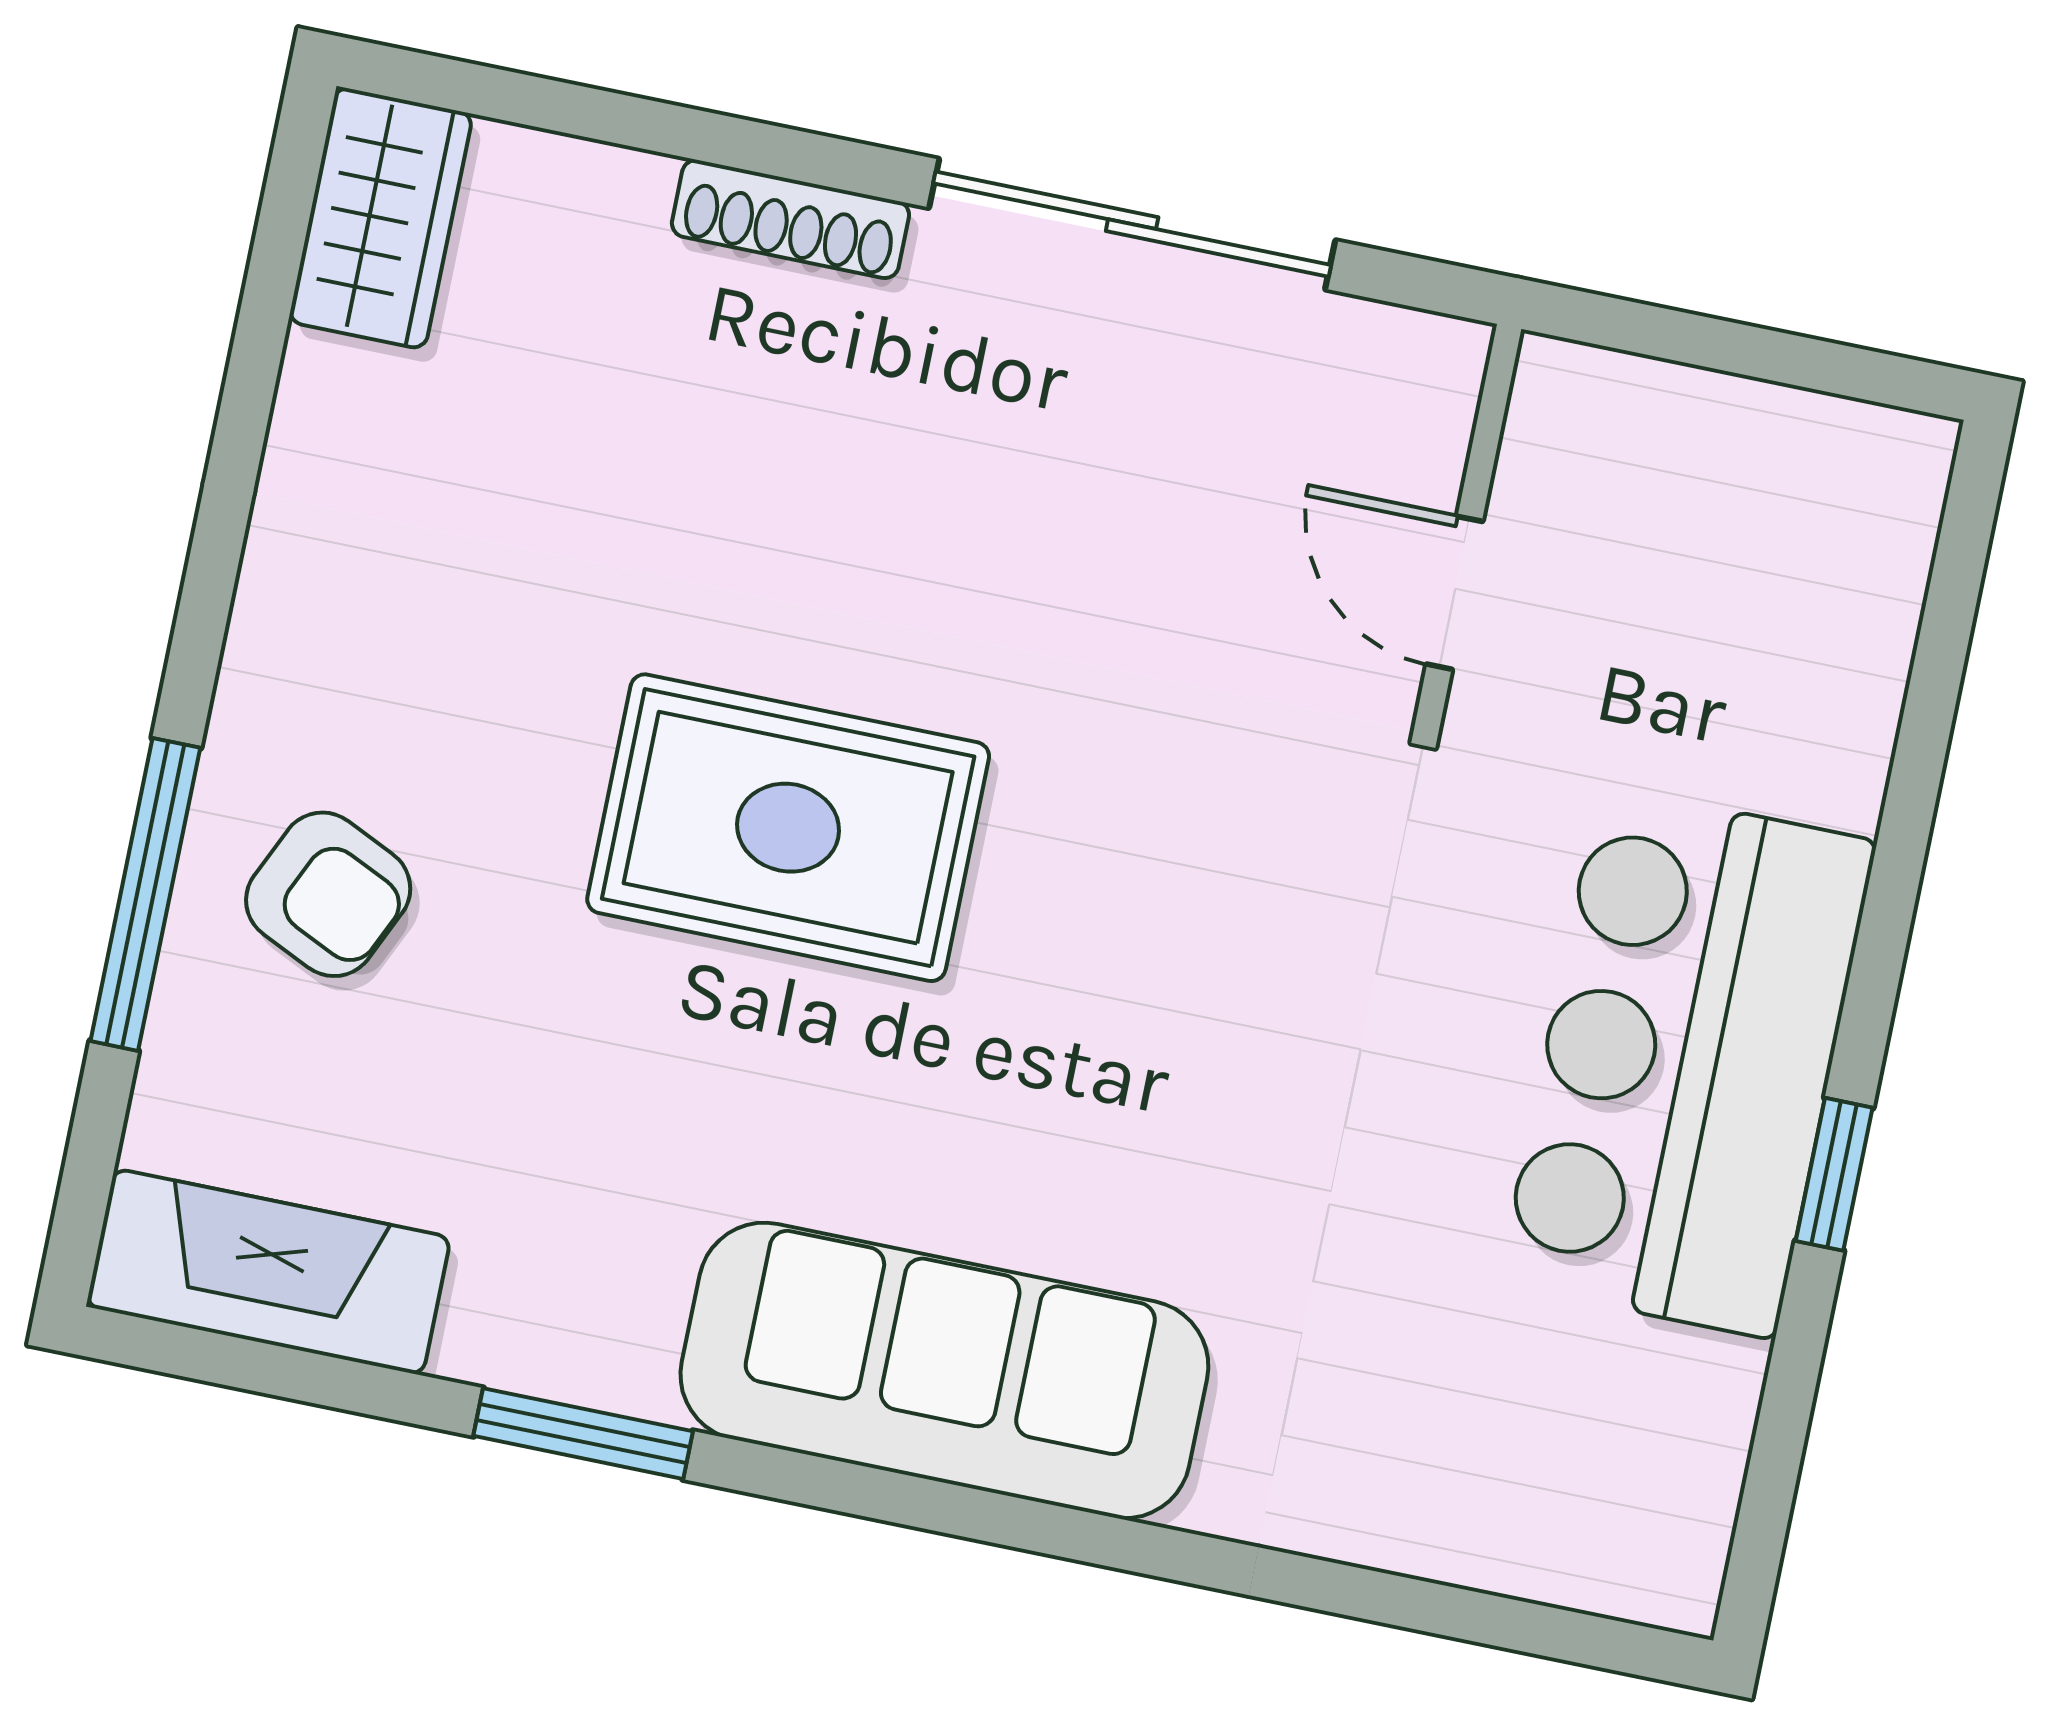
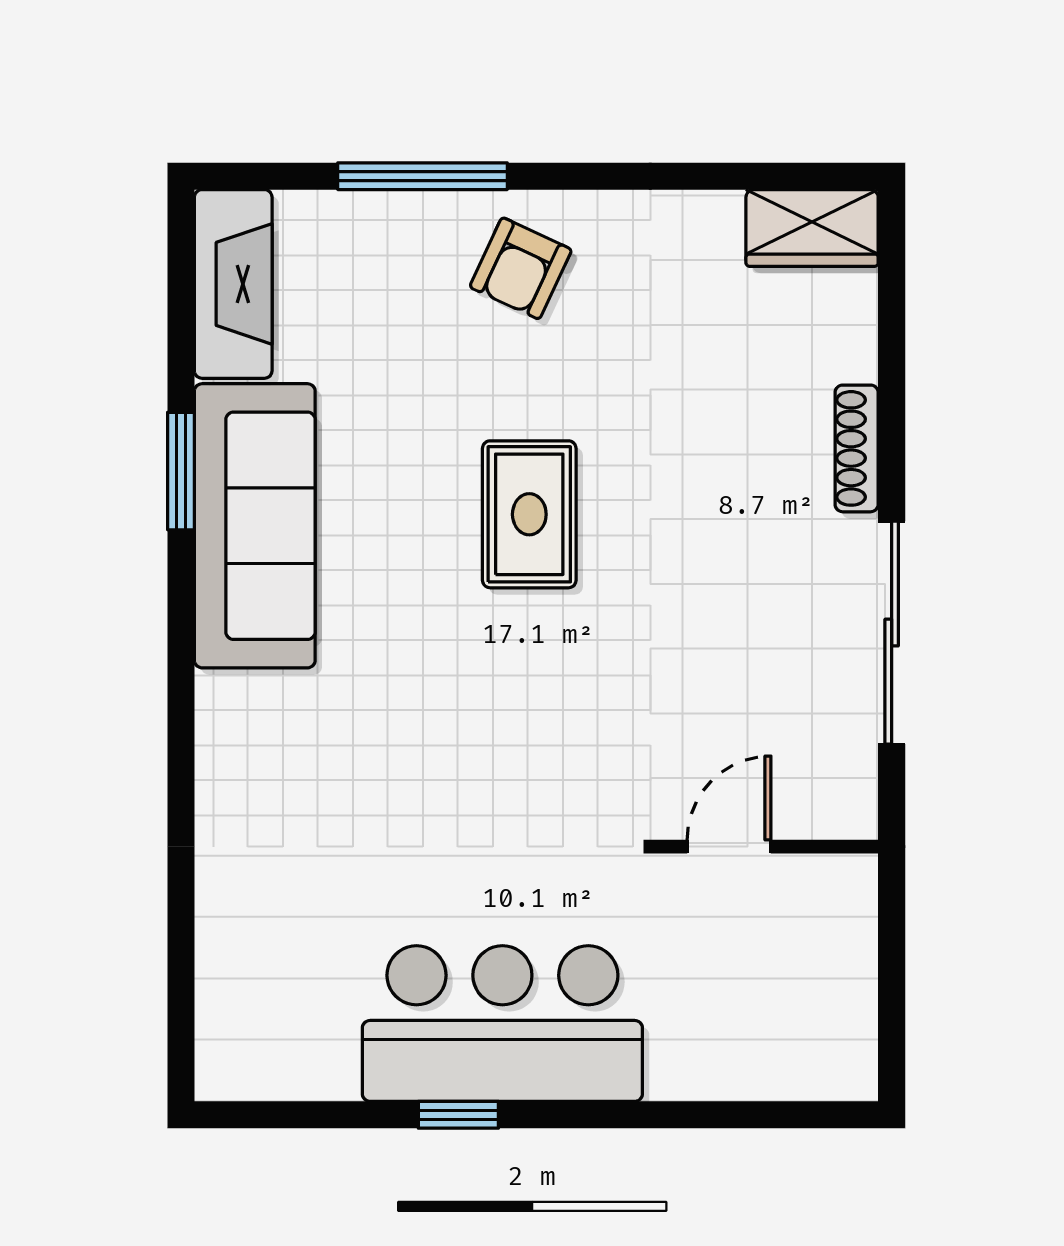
rug: (788, 828) -> (529, 514), width x0.73, depth x0.70
armchair: (328, 894) -> (521, 268), moved
sofa: (944, 1370) -> (255, 526), moved

